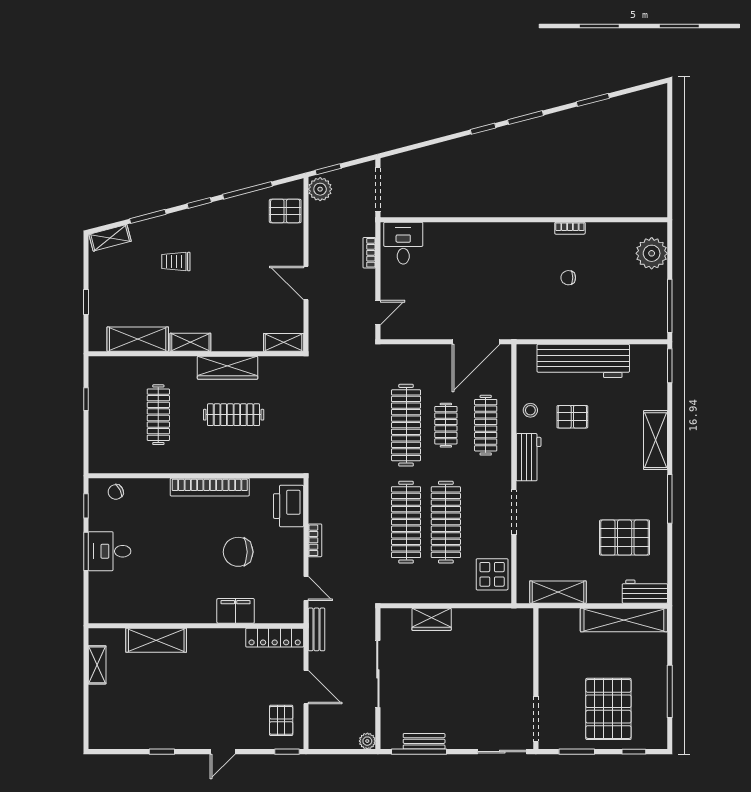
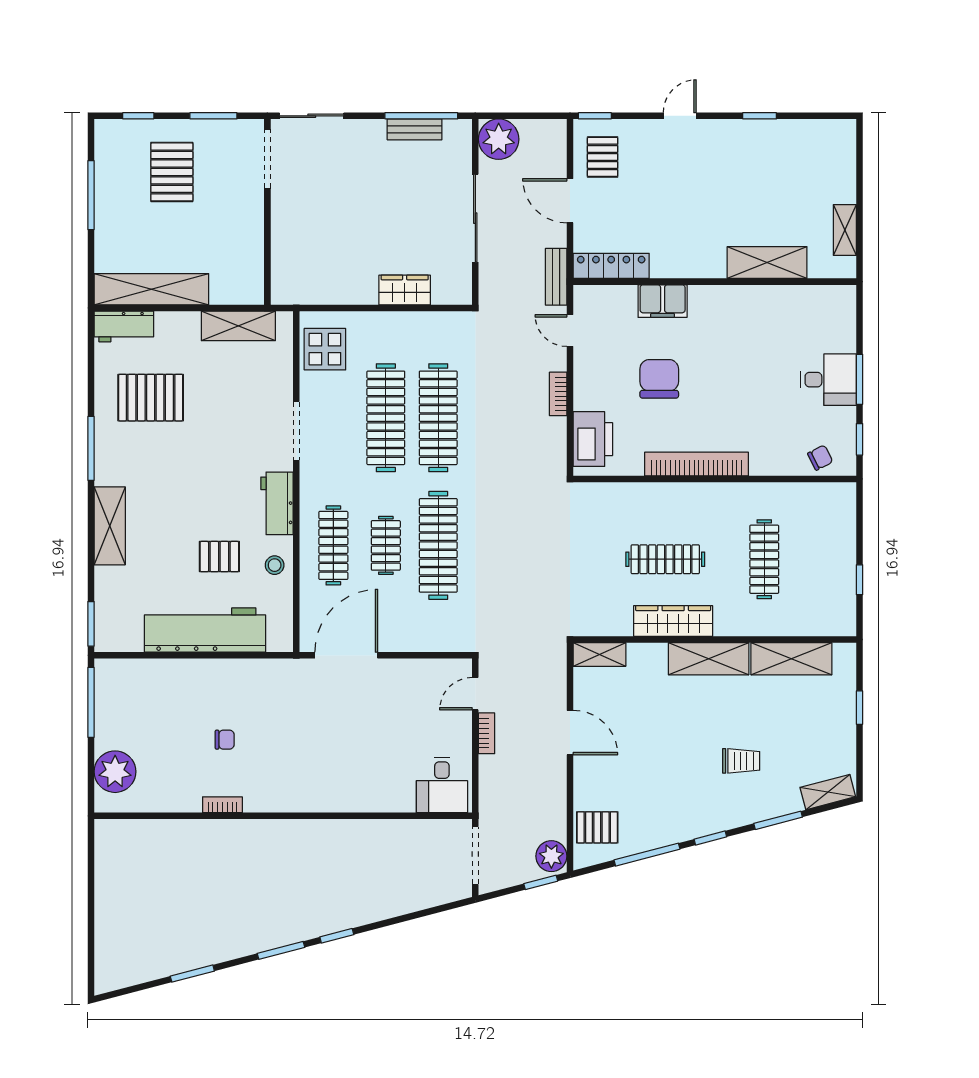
bookcase: (369, 253) -> (487, 733), moved
shelving: (190, 342) -> (709, 659), width x1.50, depth x1.33
chair: (238, 552) -> (659, 379), turned -90
pallet: (608, 709) -> (172, 172), width x0.73, depth x0.71
plant: (367, 741) -> (499, 139), width x1.88, depth x1.88

